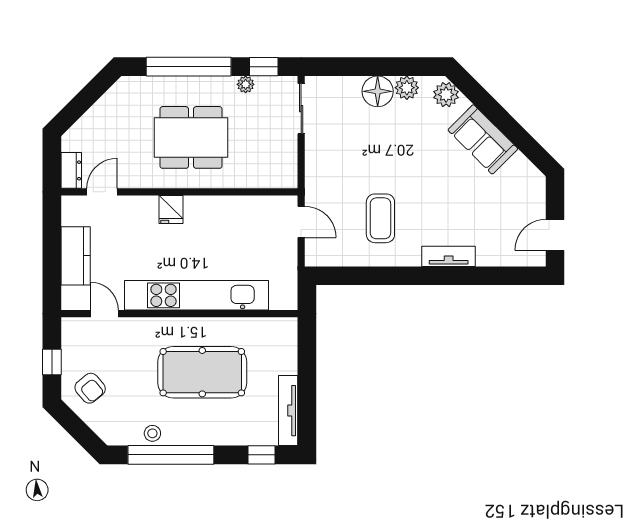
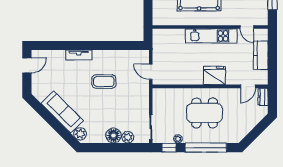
plant: (407, 88) -> (128, 137), moved
sofa: (483, 139) -> (62, 112), width x1.36
fridge: (171, 209) -> (214, 75), width x1.88, depth x1.34
coffee table: (380, 218) -> (104, 81), moved, turned 90
kitchen unit: (197, 295) -> (211, 36), width x0.73

